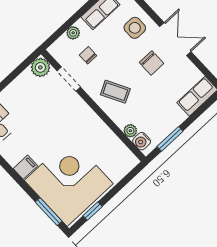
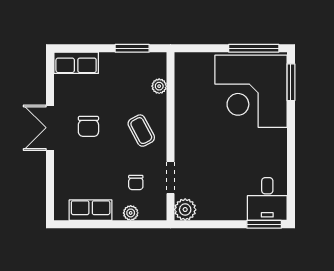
side table: (135, 28) -> (75, 169), removed
chair: (152, 63) -> (88, 126), turned 180
water cooler: (142, 141) -> (158, 69), removed
filing cabinet: (25, 167) -> (276, 138), removed
window: (93, 211) -> (254, 48), width x2.17

